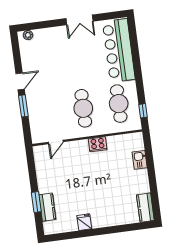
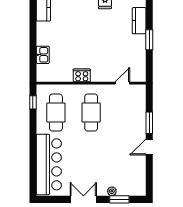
window: (43, 25) -> (119, 199), added
plant: (28, 35) -> (112, 191), moved
window: (36, 202) -> (149, 40), moved

